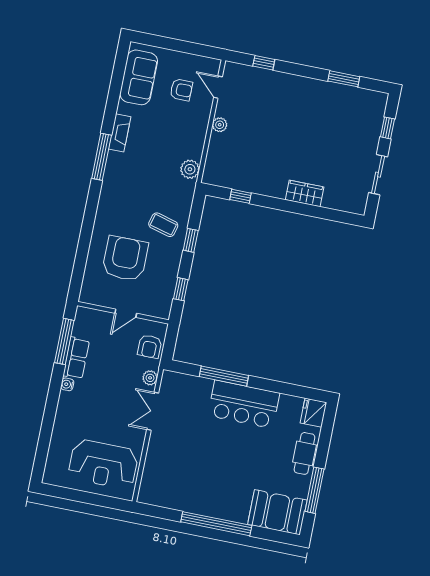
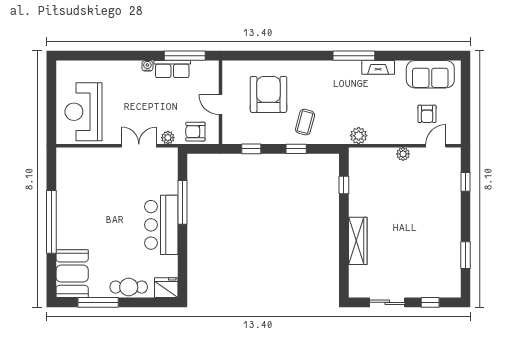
wardrobe: (305, 193) -> (358, 241), width x1.50
armchair: (125, 259) -> (268, 94), turned -90

